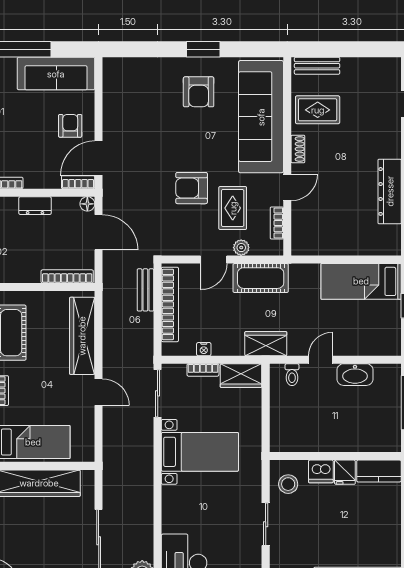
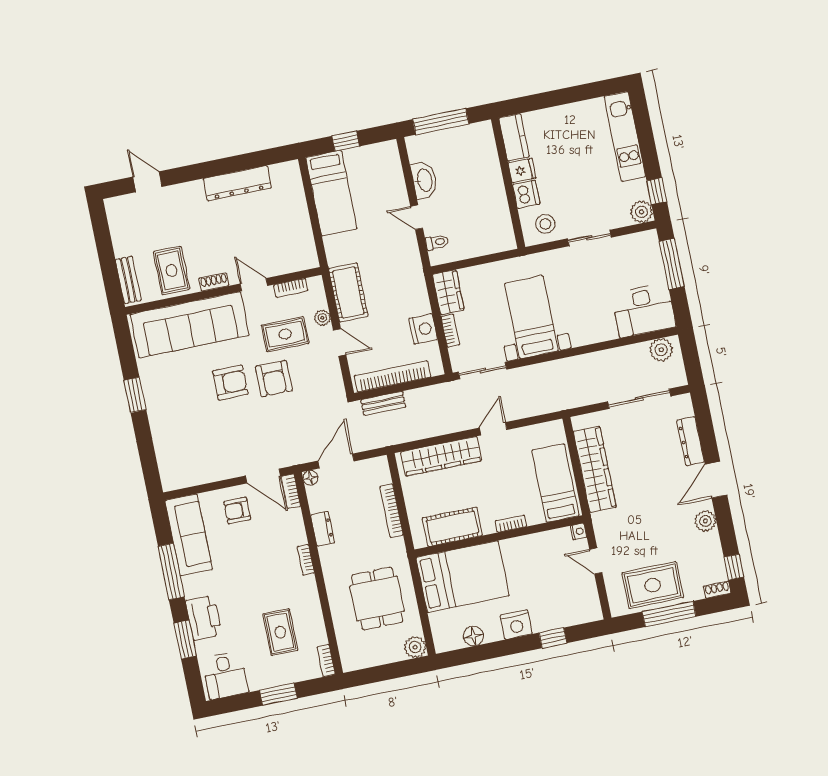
armchair: (199, 92) -> (230, 383), moved
bookcase: (67, 276) -> (391, 511), moved
wardrobe: (266, 344) -> (412, 274), removed
nightstand: (204, 349) -> (423, 329), width x1.89, depth x1.79

